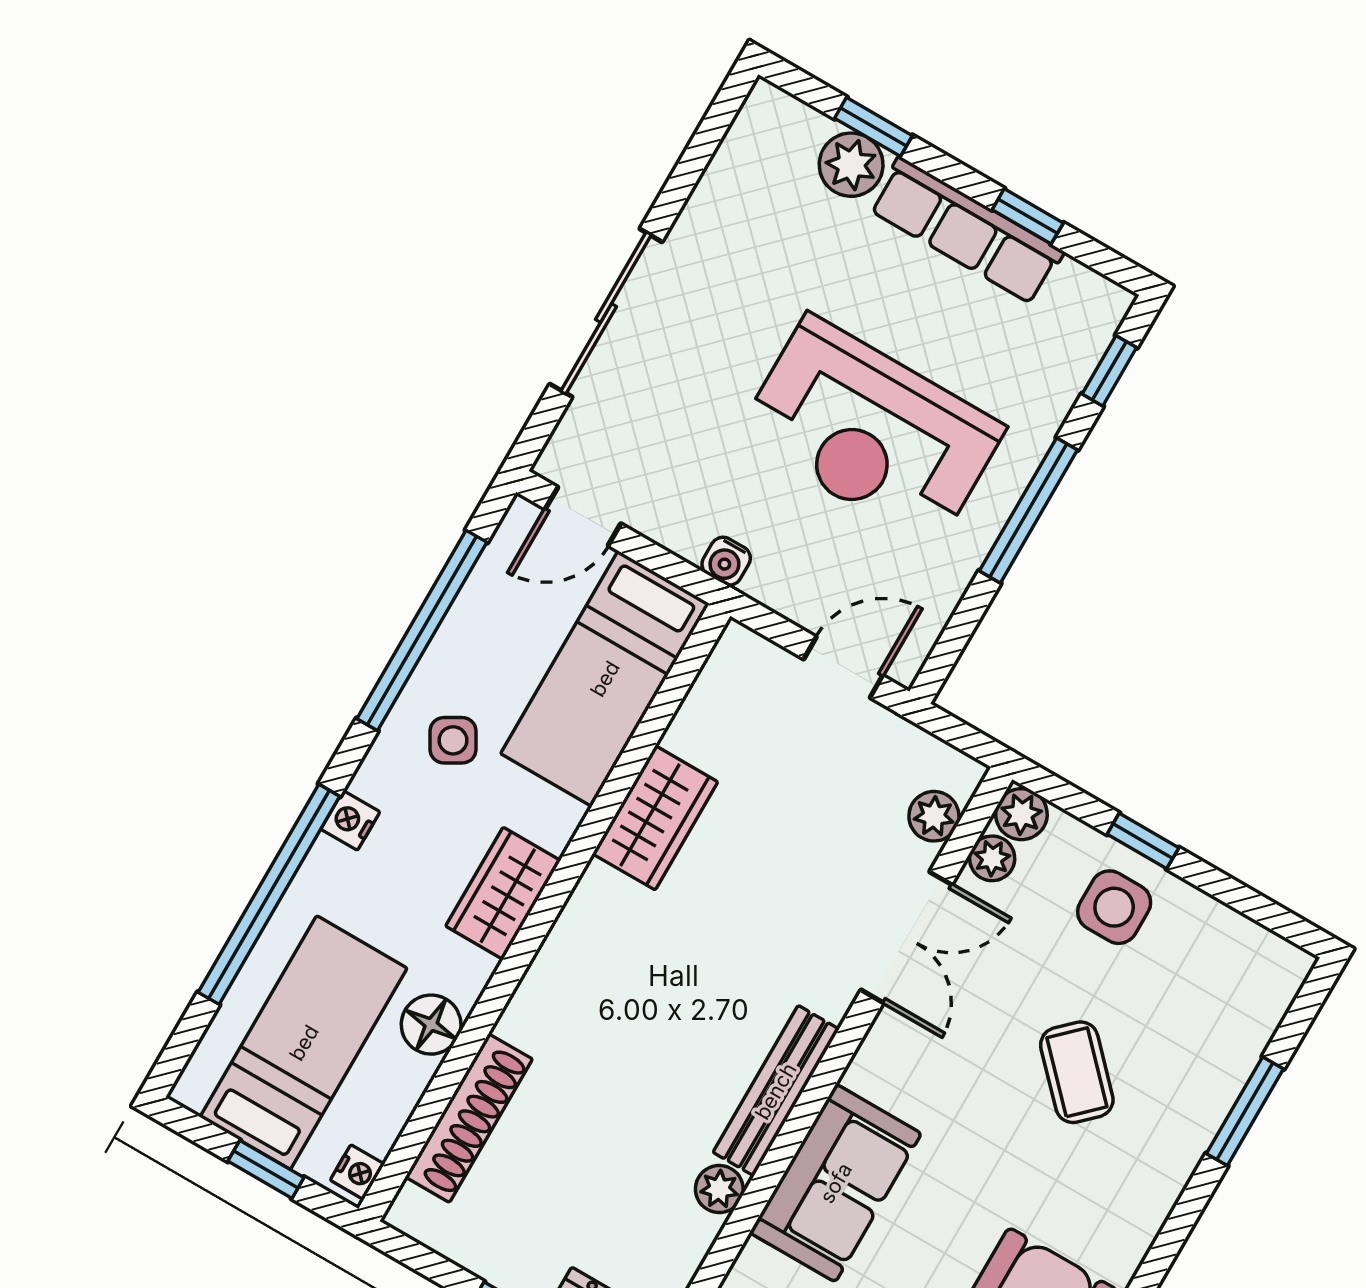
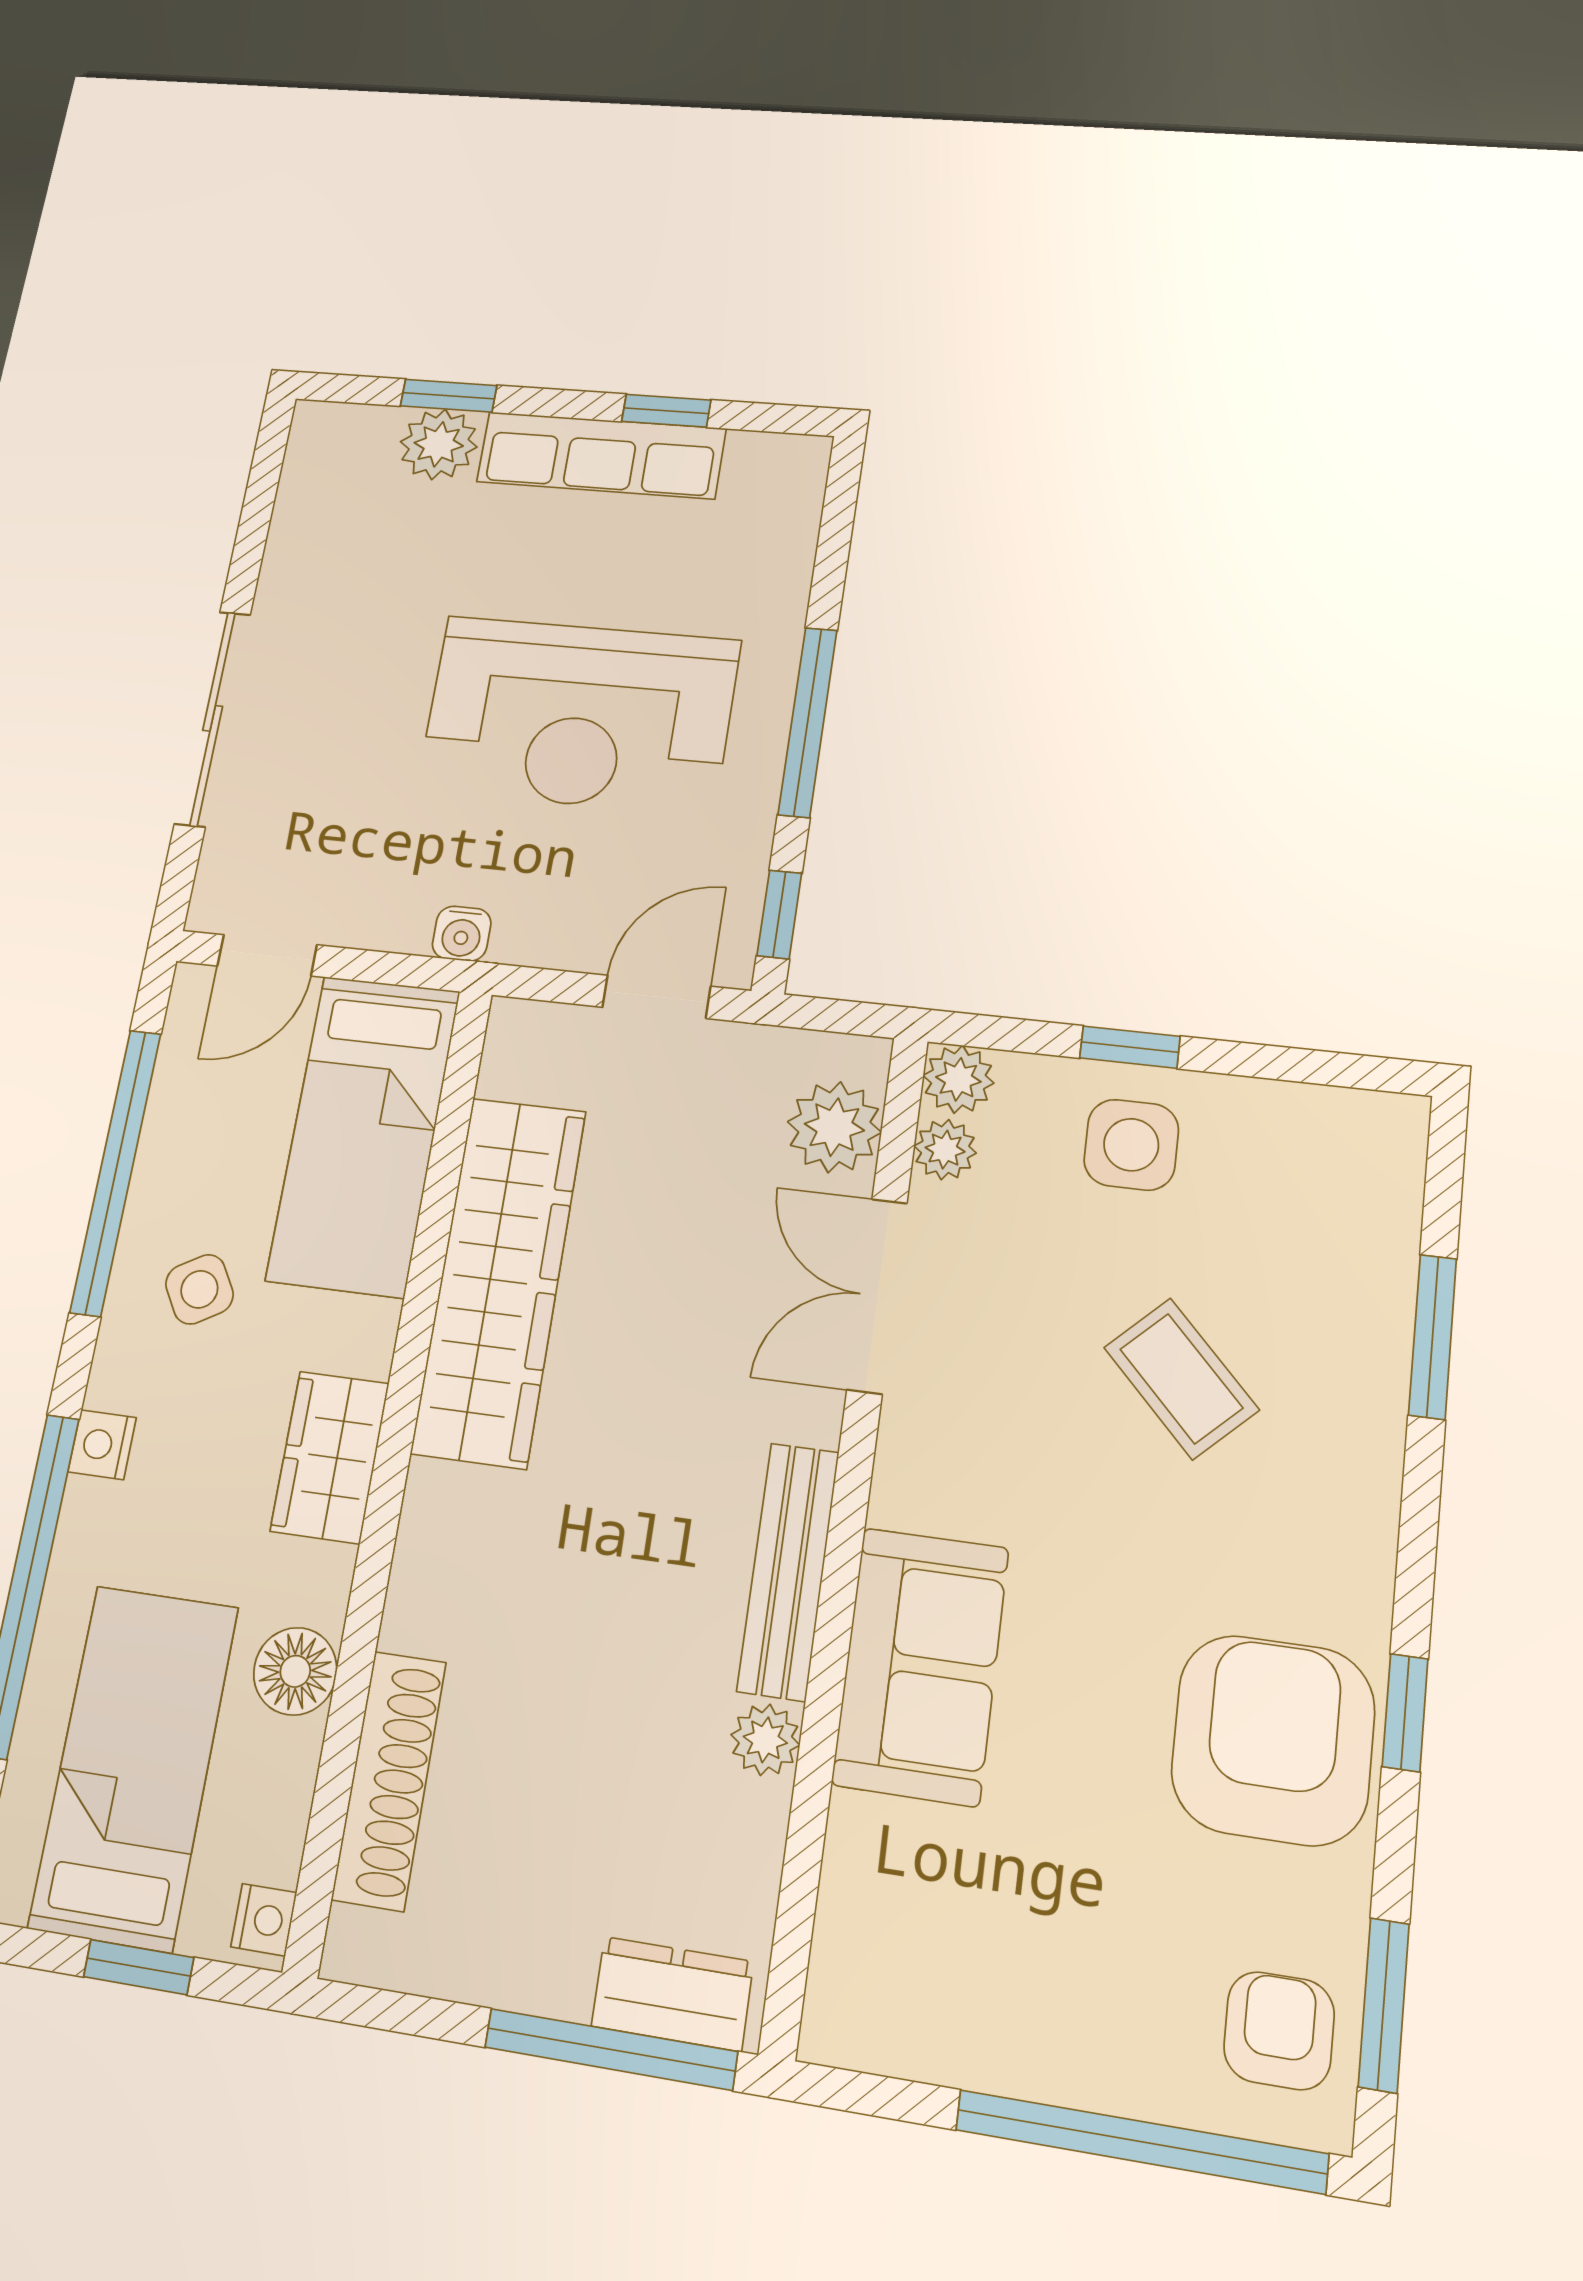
window: (1109, 371) -> (779, 914), moved
plant: (934, 816) -> (834, 1127), width x1.38, depth x1.38
wardrobe: (655, 818) -> (499, 1280), width x2.10, depth x1.17
double door: (906, 937) -> (877, 1296), swing flipped

